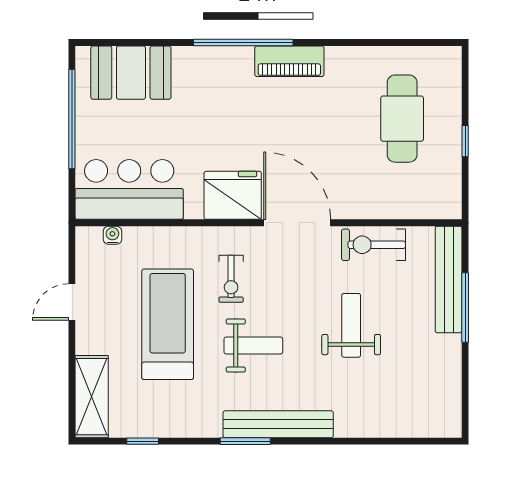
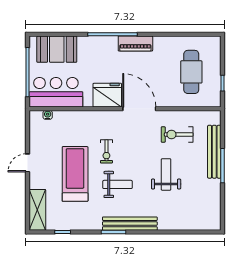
bar counter: (129, 189) -> (56, 92), moved
fridge: (233, 195) -> (107, 95), moved
wall: (269, 223) -> (125, 109), moved
door: (297, 223) -> (139, 109), moved
water cooler: (112, 235) -> (48, 115), moved

